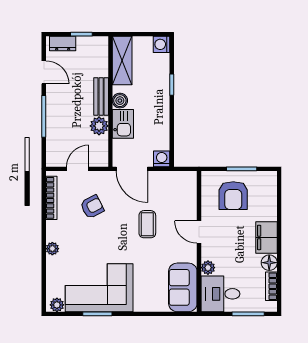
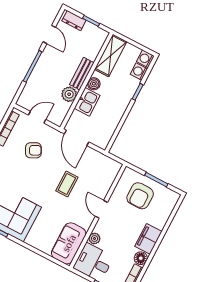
washing machine: (162, 159) -> (139, 72), moved, turned -90

